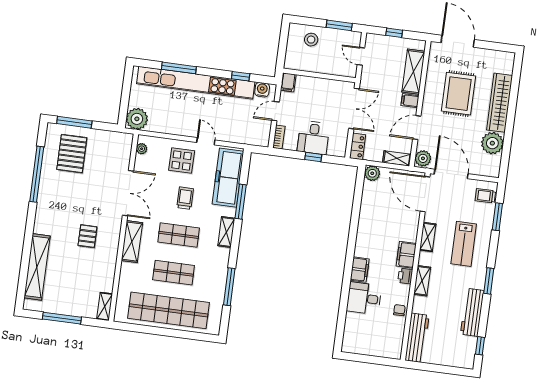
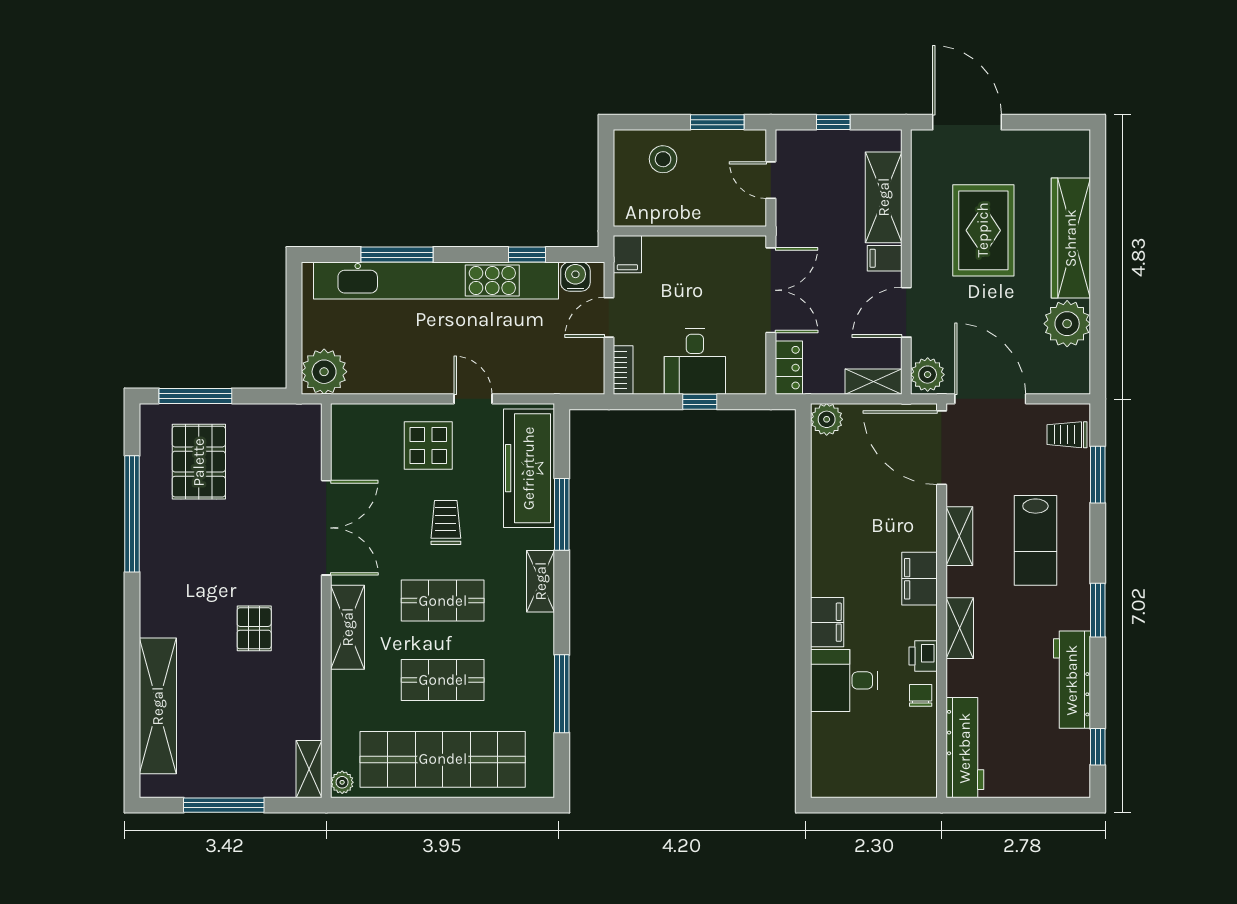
plant: (142, 149) -> (342, 782), moved
printer: (405, 276) -> (923, 656), moved

